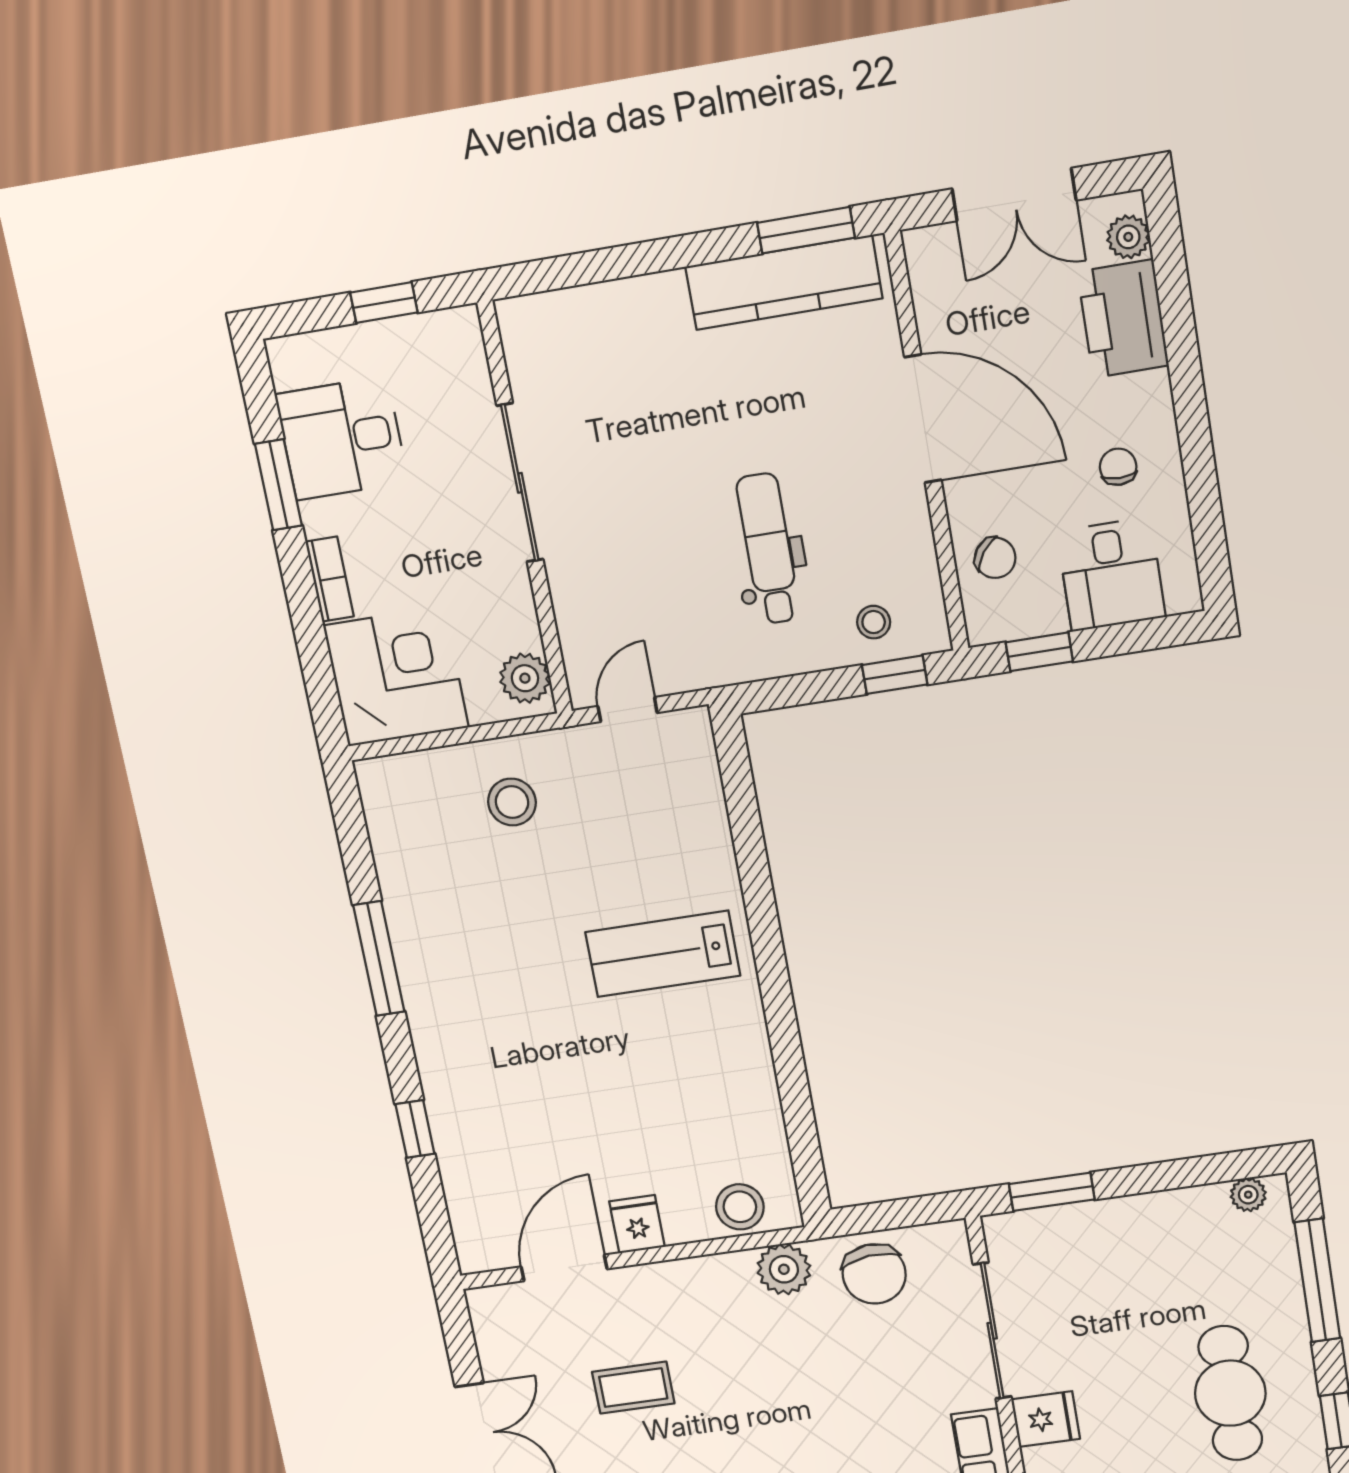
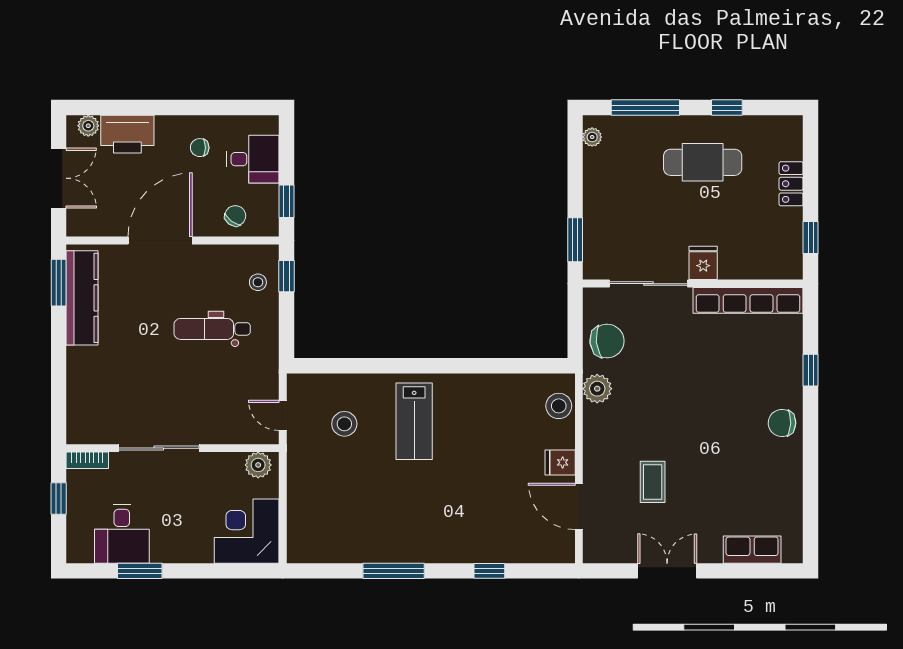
bookcase: (330, 579) -> (87, 460), moved, turned 180
stool: (512, 802) -> (344, 424), moved

